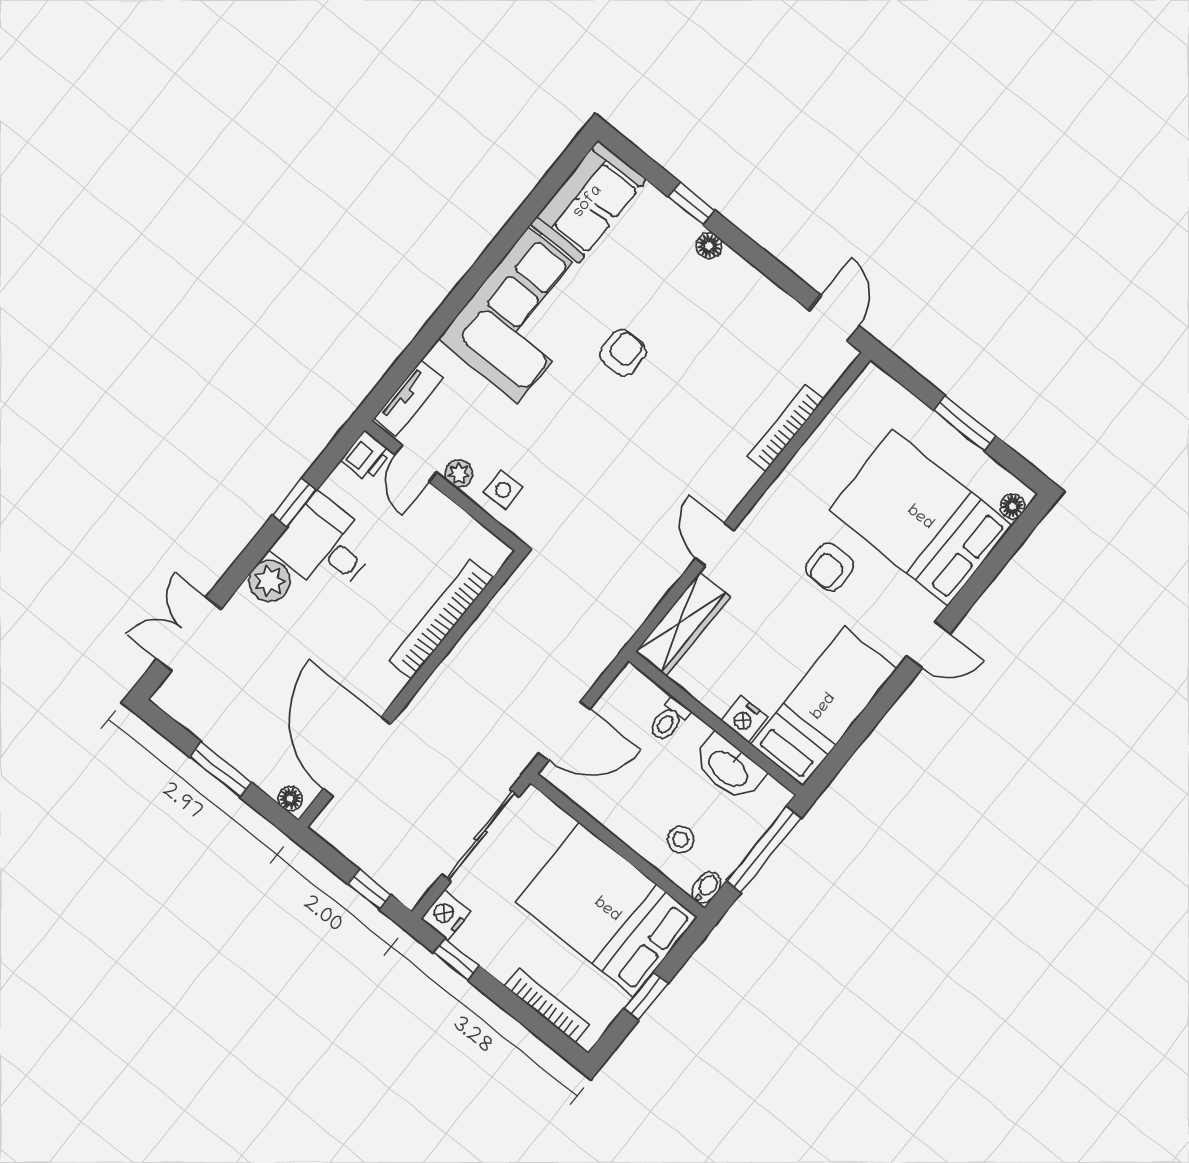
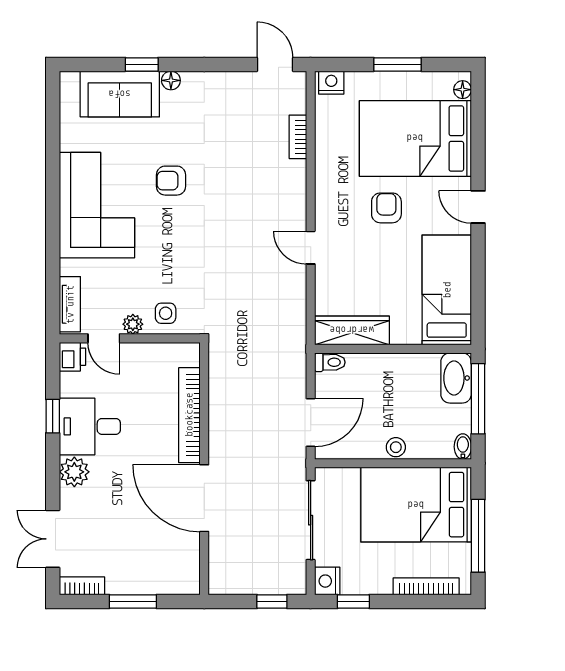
sofa: (588, 202) -> (120, 94), moved, turned 90
armchair: (623, 353) -> (171, 181), turned -90
bookcase: (786, 428) -> (298, 137), width x0.64
armchair: (830, 567) -> (386, 208), turned 180
wardrobe: (683, 624) -> (352, 330), moved, turned -90
door: (928, 645) -> (478, 207), swing flipped
bookcase: (180, 709) -> (82, 586), added
nightstand: (744, 719) -> (331, 83), moved, turned 180
toilet: (669, 720) -> (330, 362), moved, turned -90
door: (357, 757) -> (204, 498), moved
washbasin: (729, 768) -> (456, 378), moved, turned 90
floor lamp: (290, 799) -> (186, 586), removed
stool: (681, 840) -> (396, 447), moved
window: (646, 996) -> (478, 536), width x2.17

